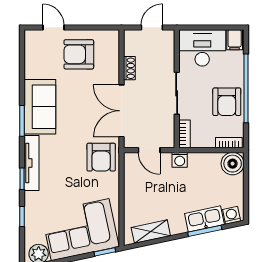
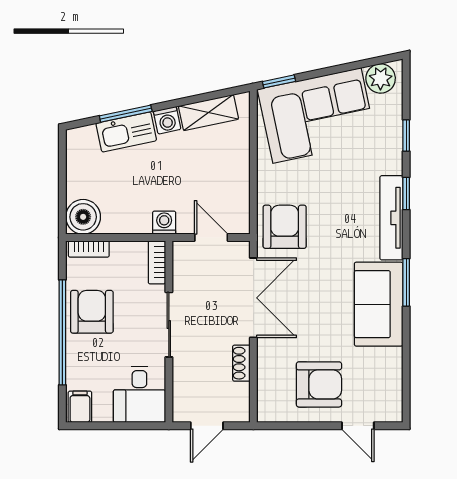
desk: (202, 48) -> (139, 394), width x0.73
washing machine: (232, 215) -> (167, 120), moved

